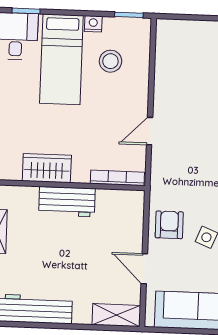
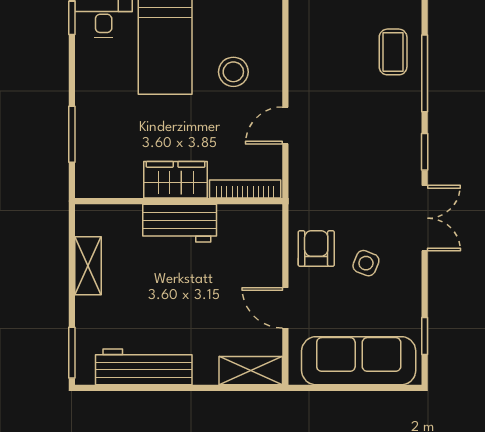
stool: (110, 61) -> (233, 72), moved
wardrobe: (47, 168) -> (176, 180), moved

